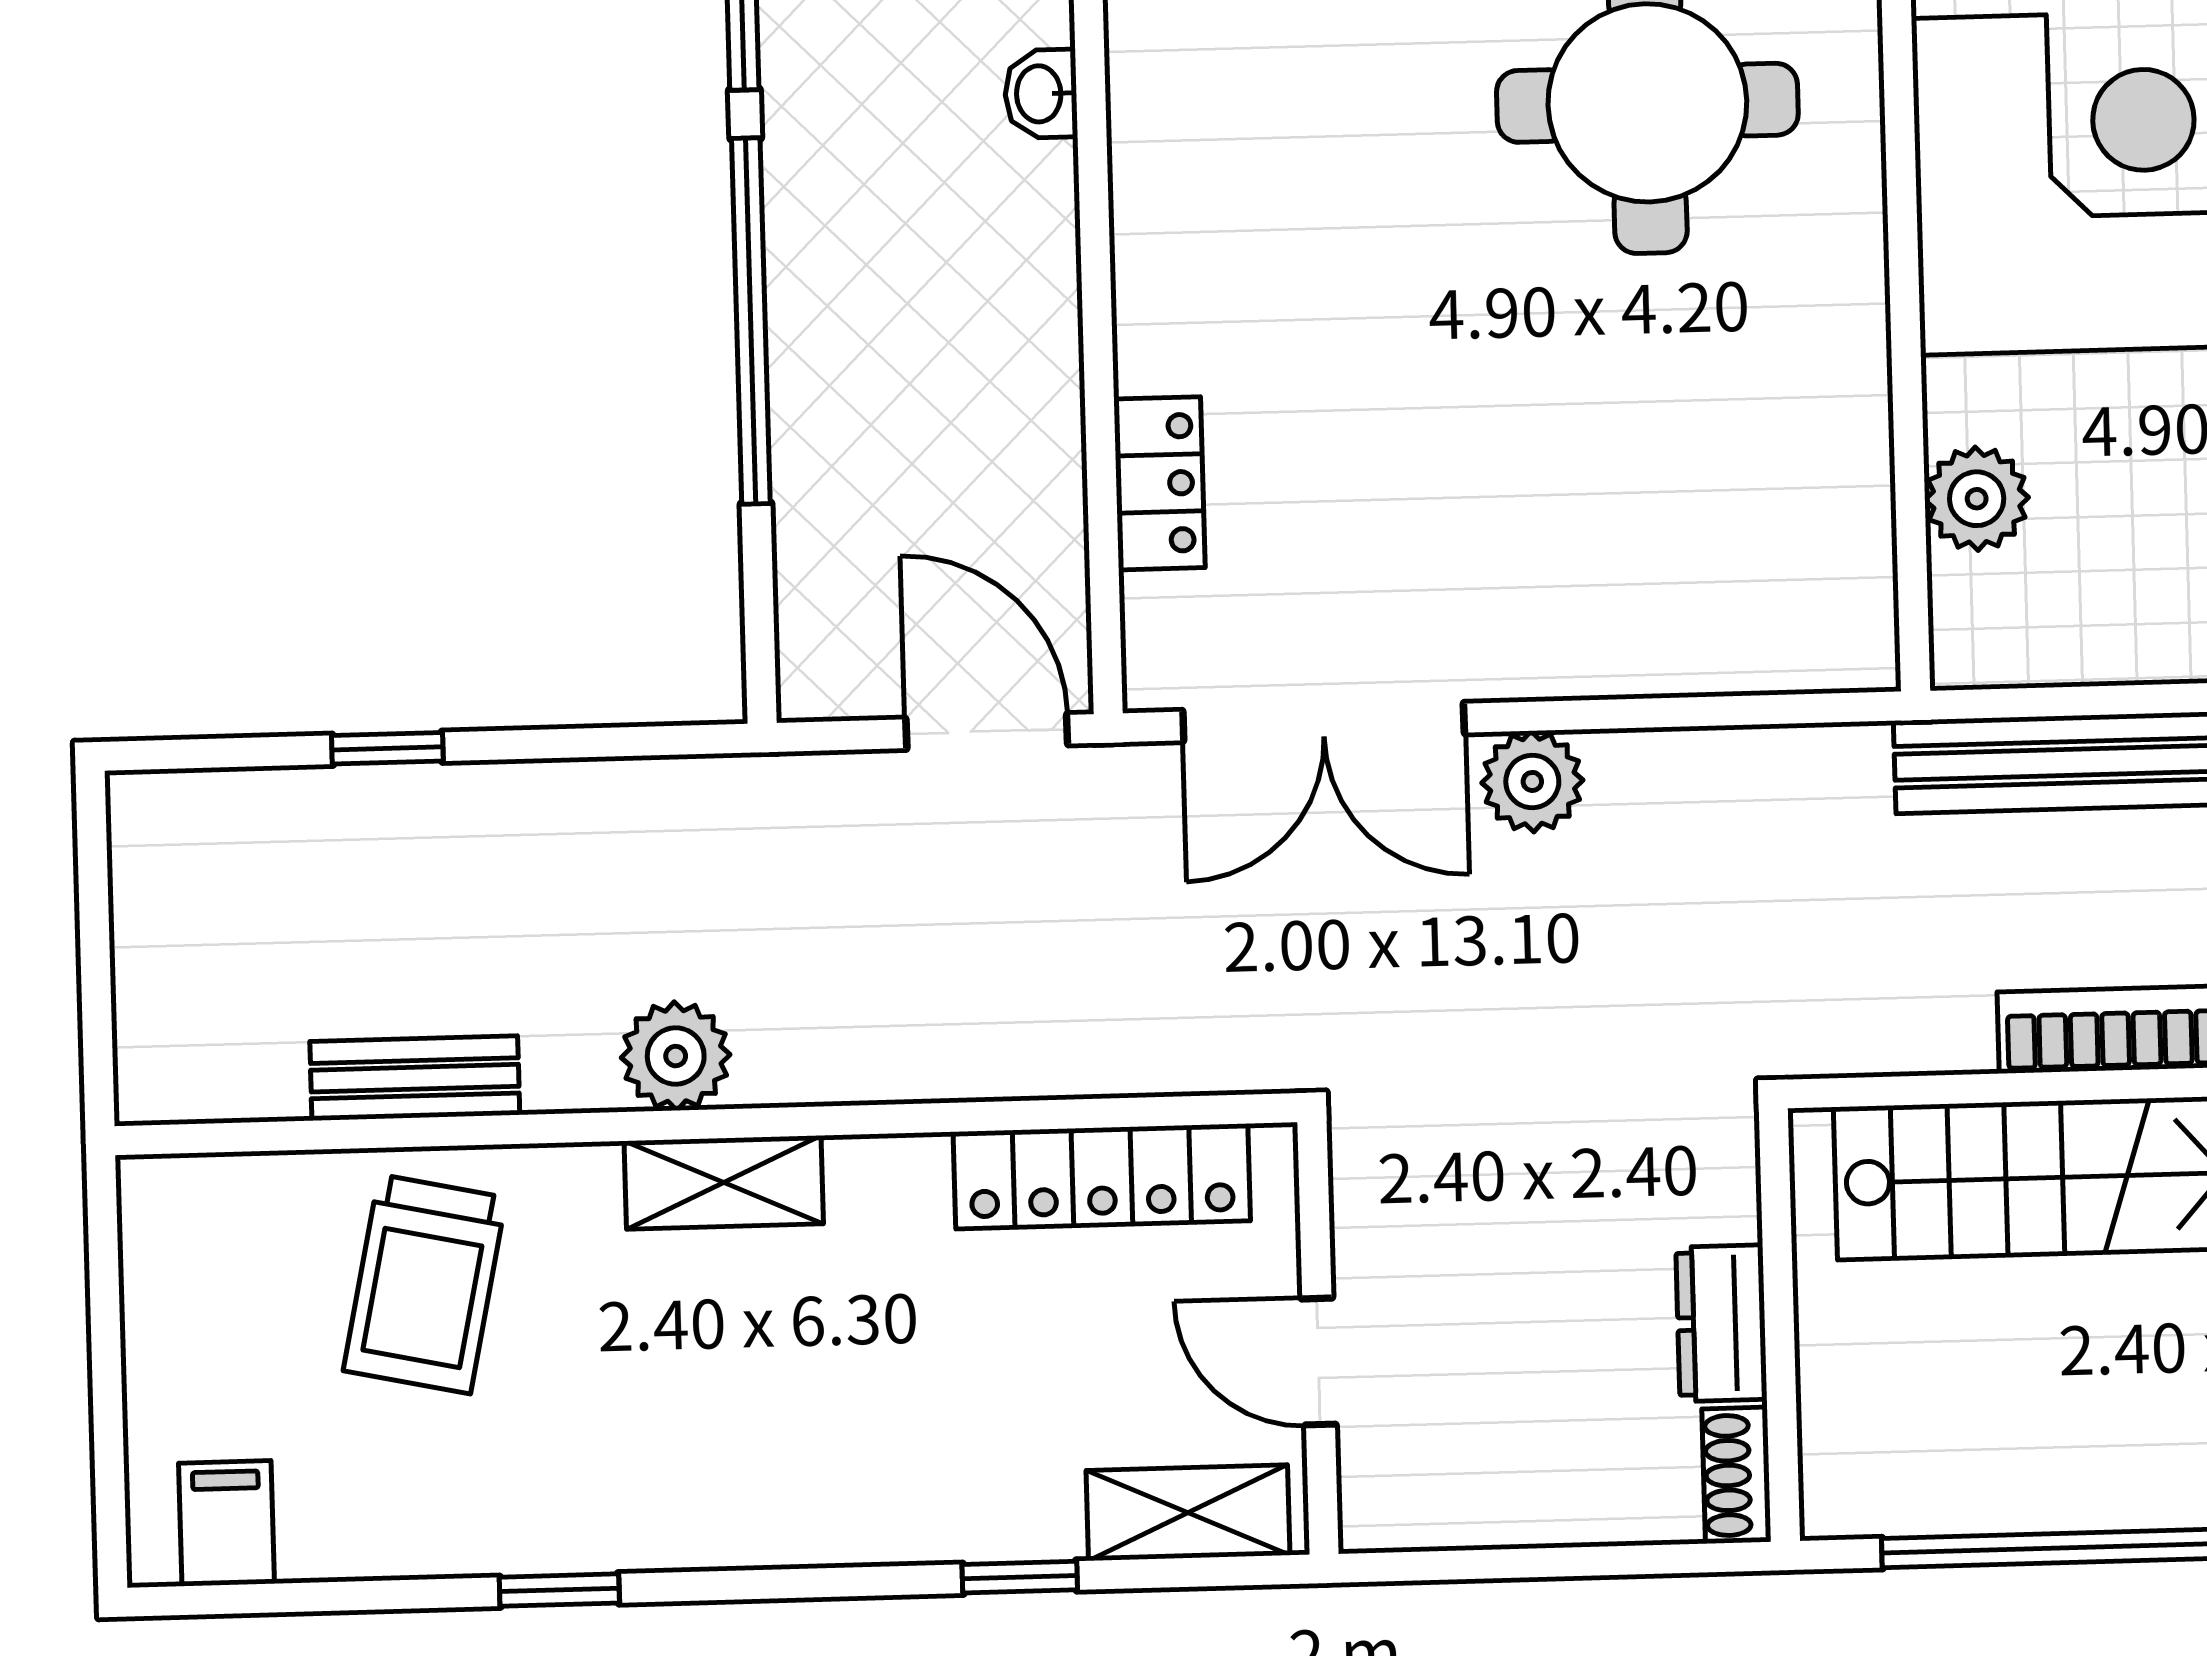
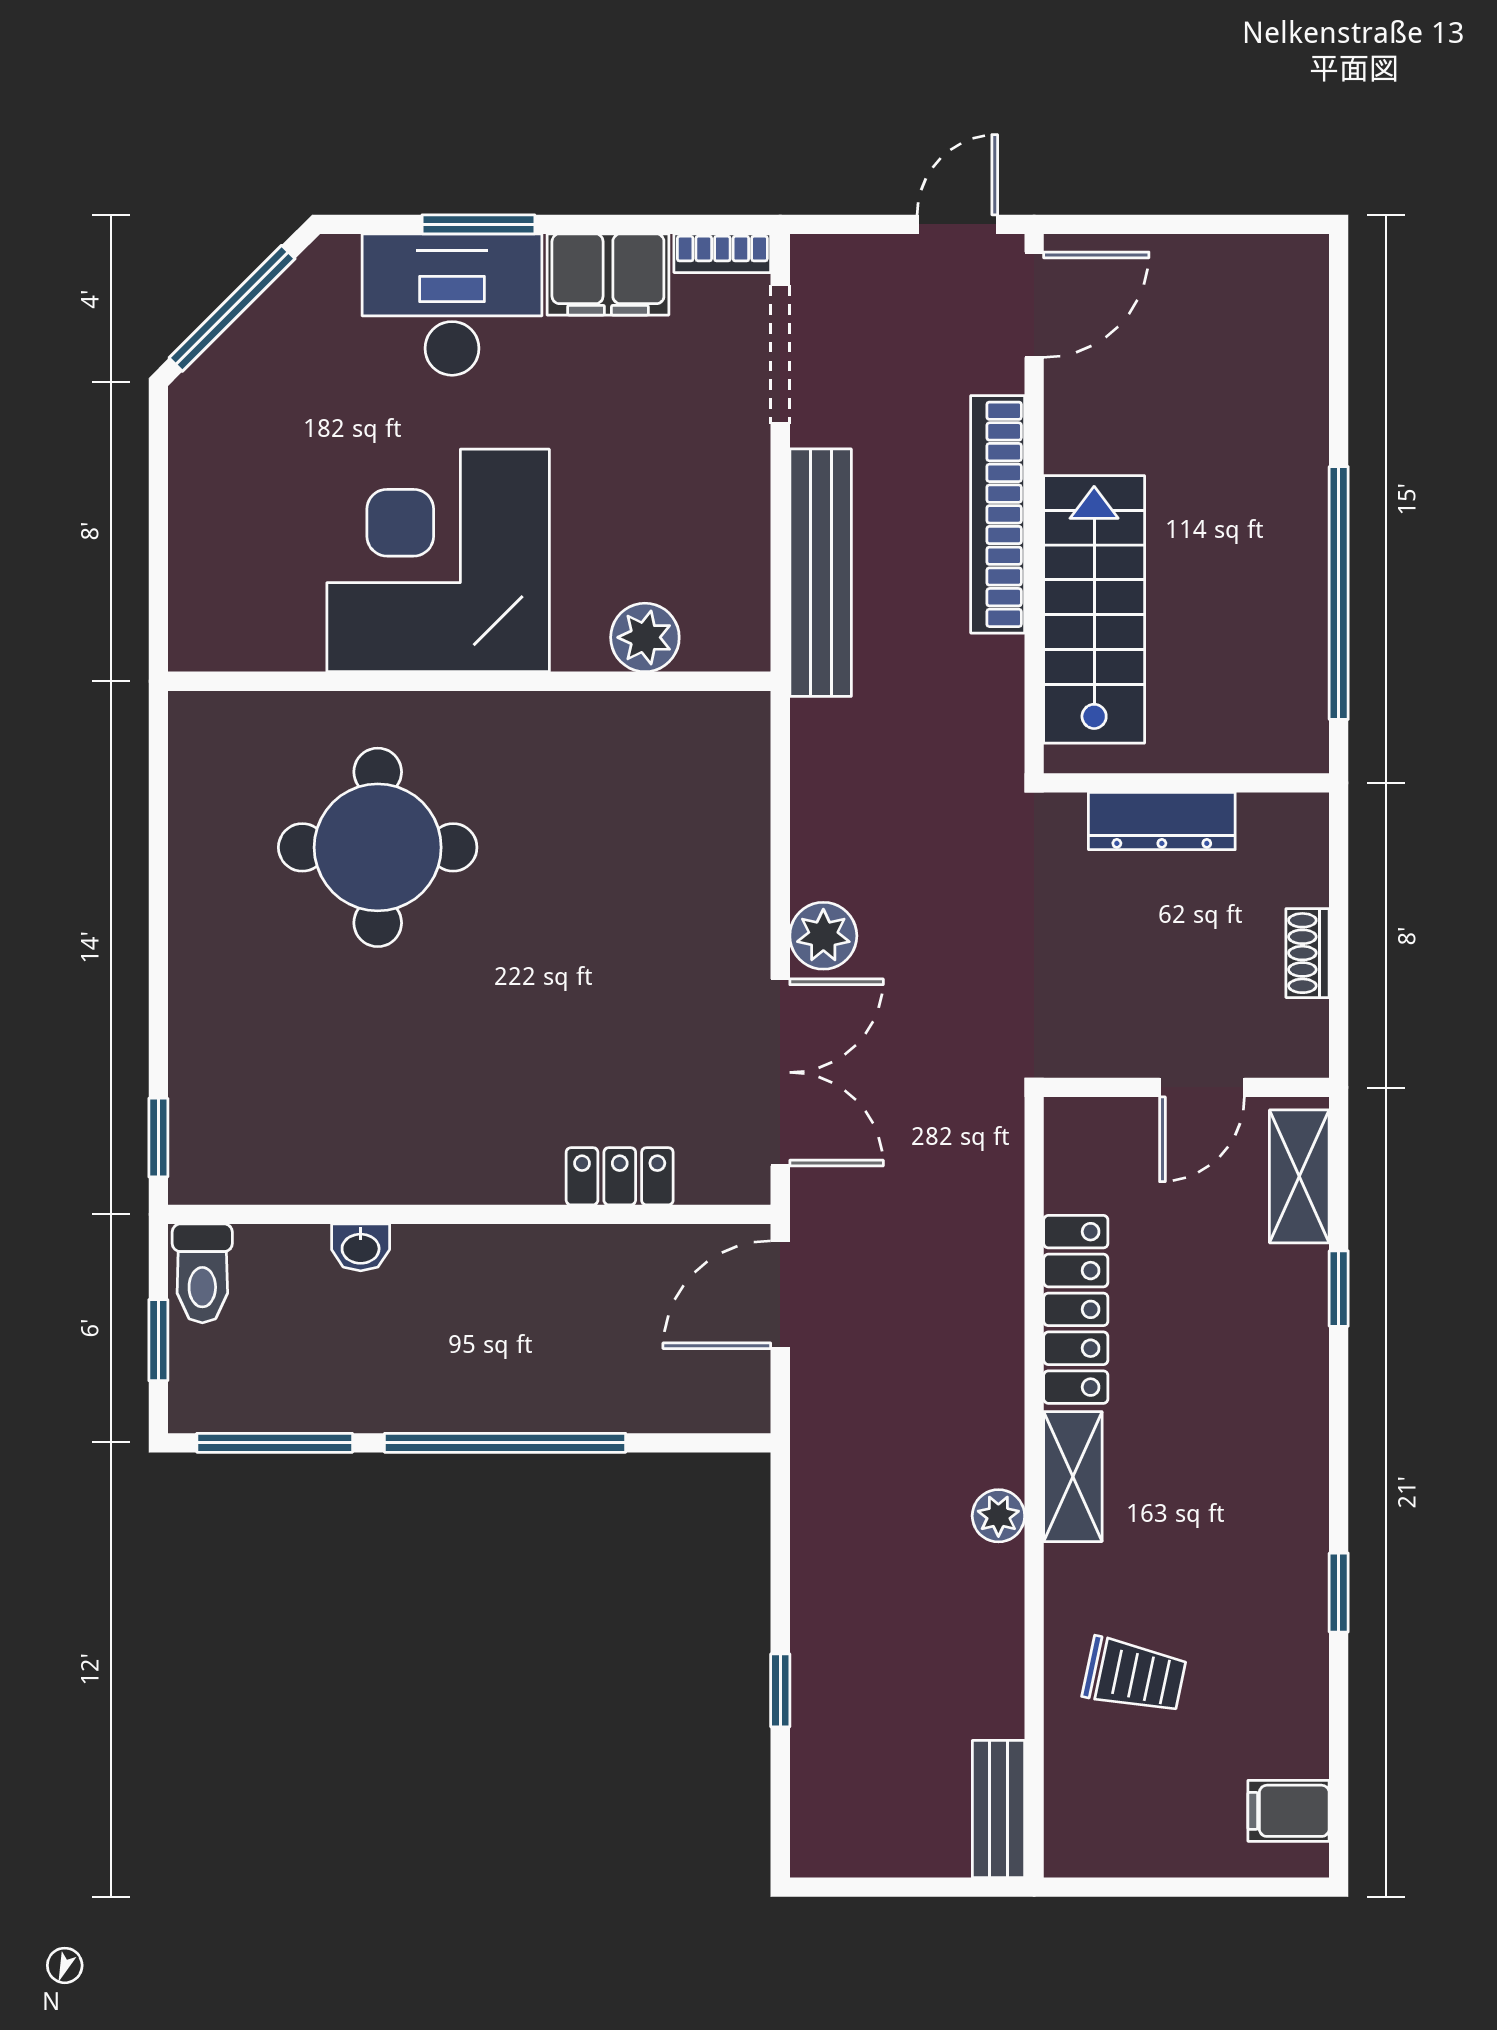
plant: (676, 1056) -> (998, 1516), width x0.73, depth x0.73
bench: (415, 1078) -> (998, 1809), moved
locker: (1102, 1176) -> (1076, 1309), moved
trolley: (425, 1284) -> (1134, 1676), width x0.73, depth x0.72
dresser: (1721, 1323) -> (1162, 821), width x1.44
shoe rack: (1736, 1475) -> (1308, 953), moved, turned 90

